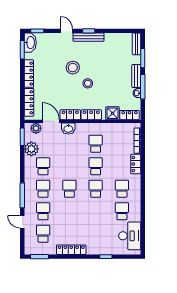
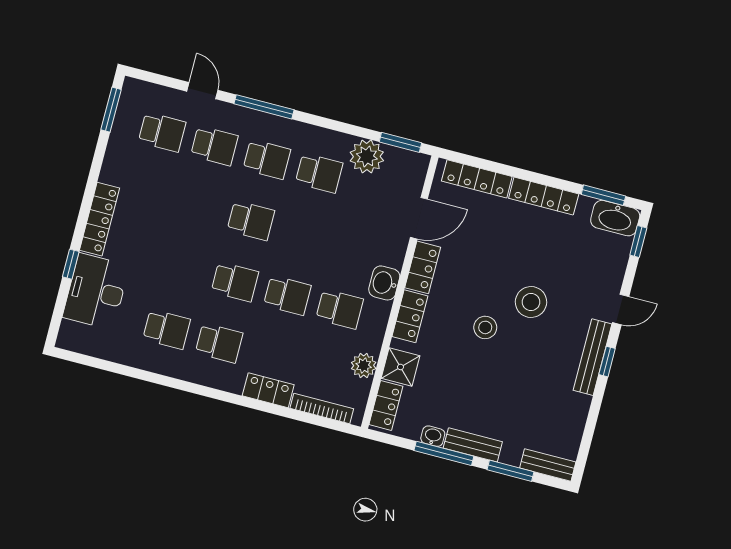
plant: (36, 128) -> (364, 366), moved
washbasin: (68, 129) -> (384, 283), moved
door: (22, 222) -> (202, 91), hinge flipped
desk: (130, 236) -> (96, 291), moved, turned 90
locker: (71, 250) -> (100, 219), moved

